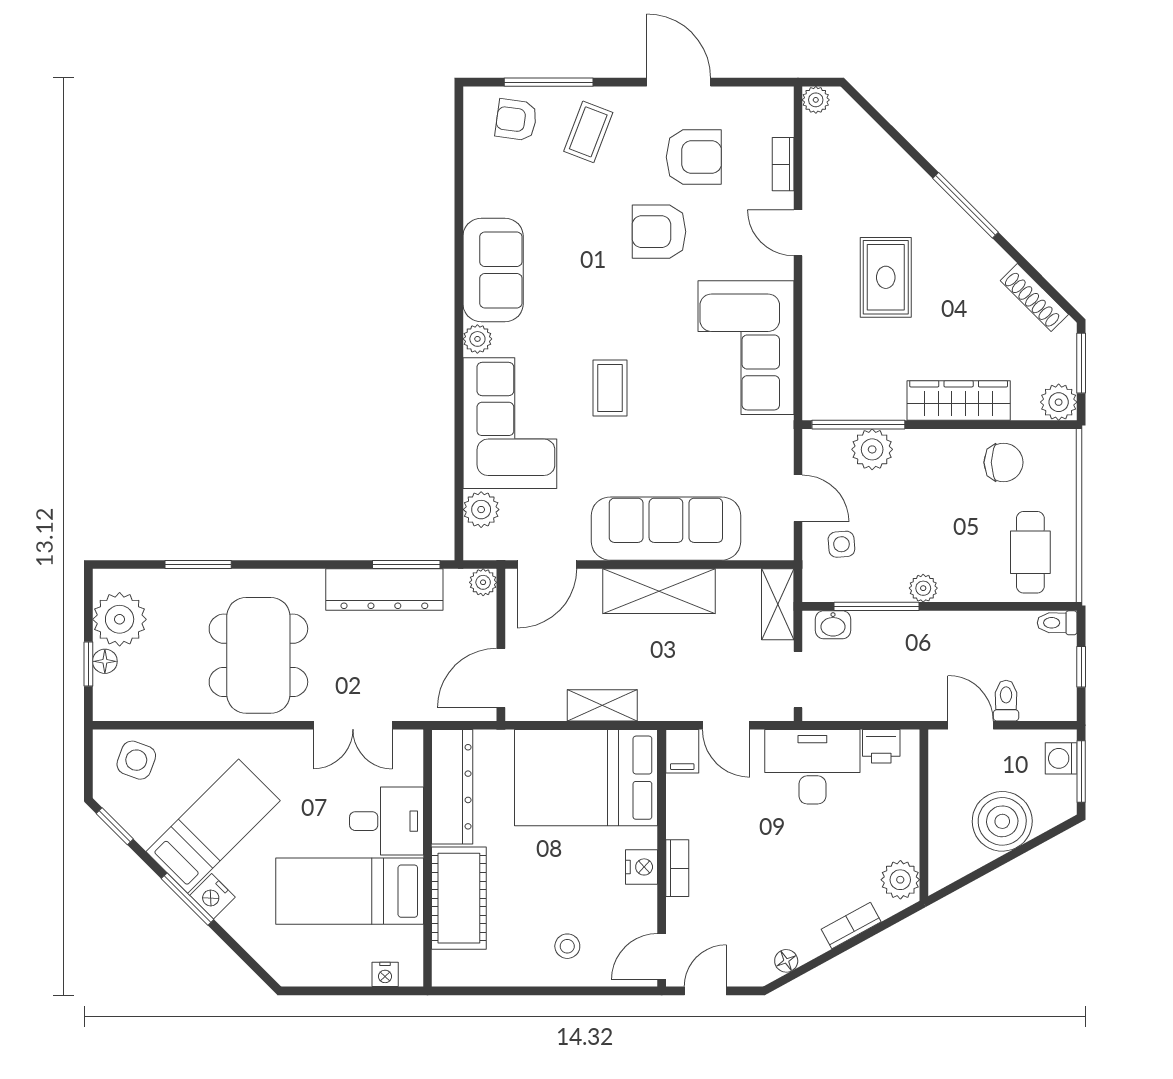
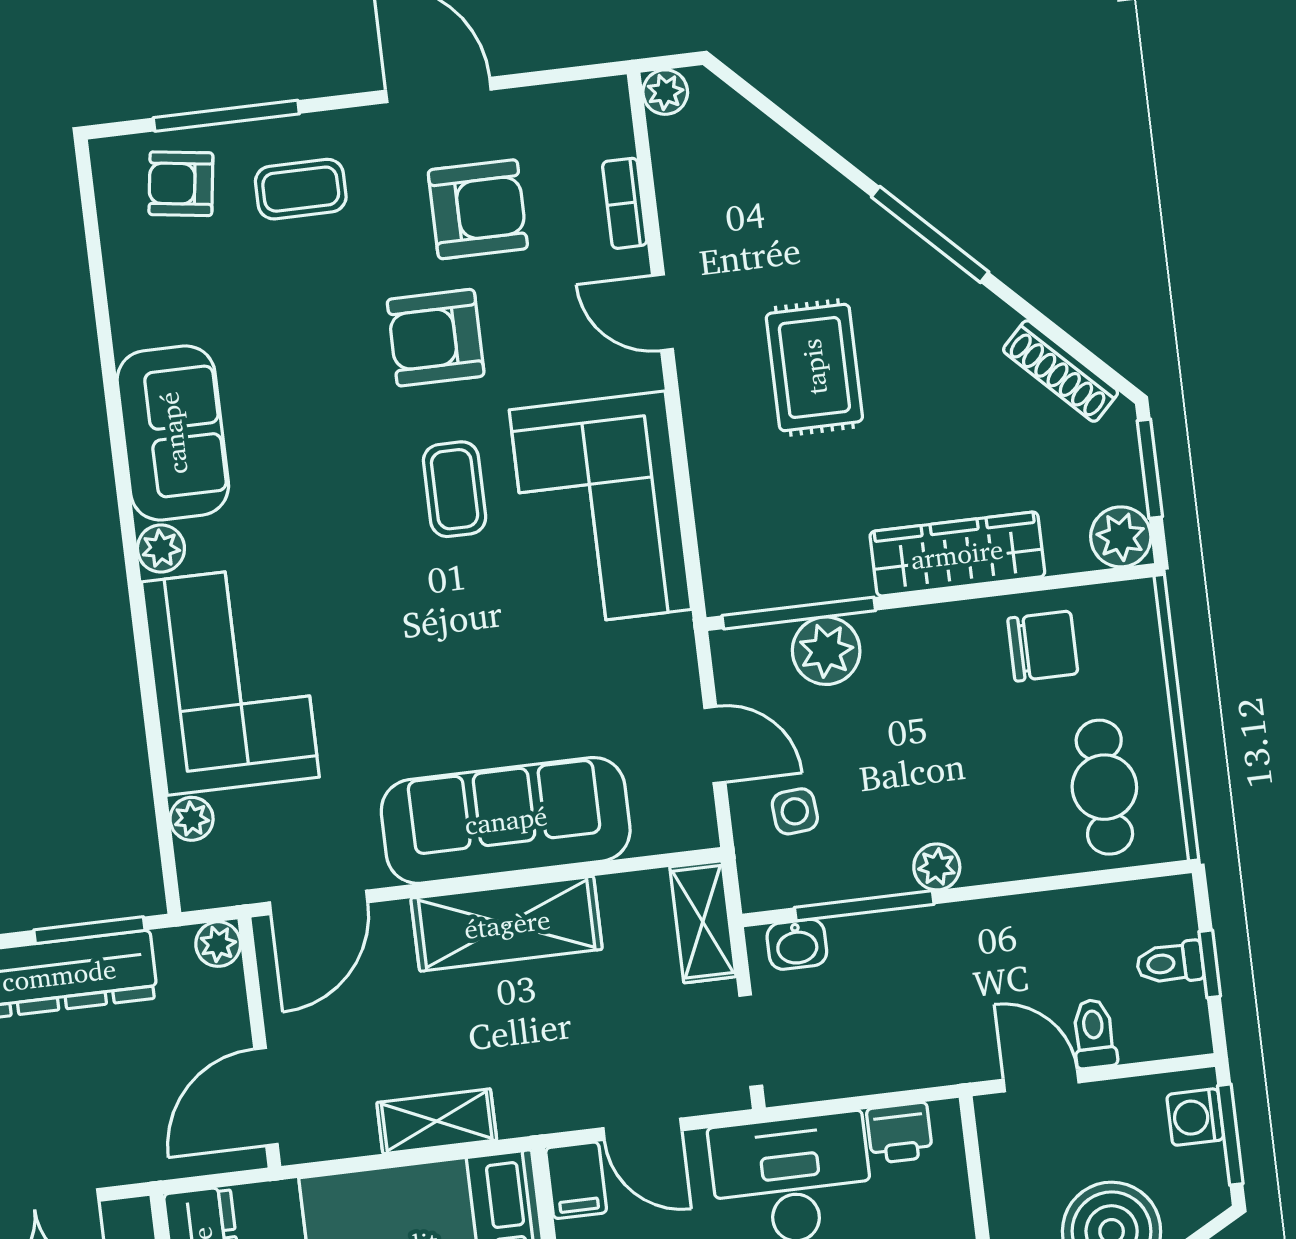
coffee table: (588, 132) -> (301, 189), turned 69
coffee table: (610, 388) -> (455, 489), moved
plant: (481, 510) -> (192, 819), width x0.73, depth x0.73
toilet: (1057, 623) -> (1170, 963), moved

